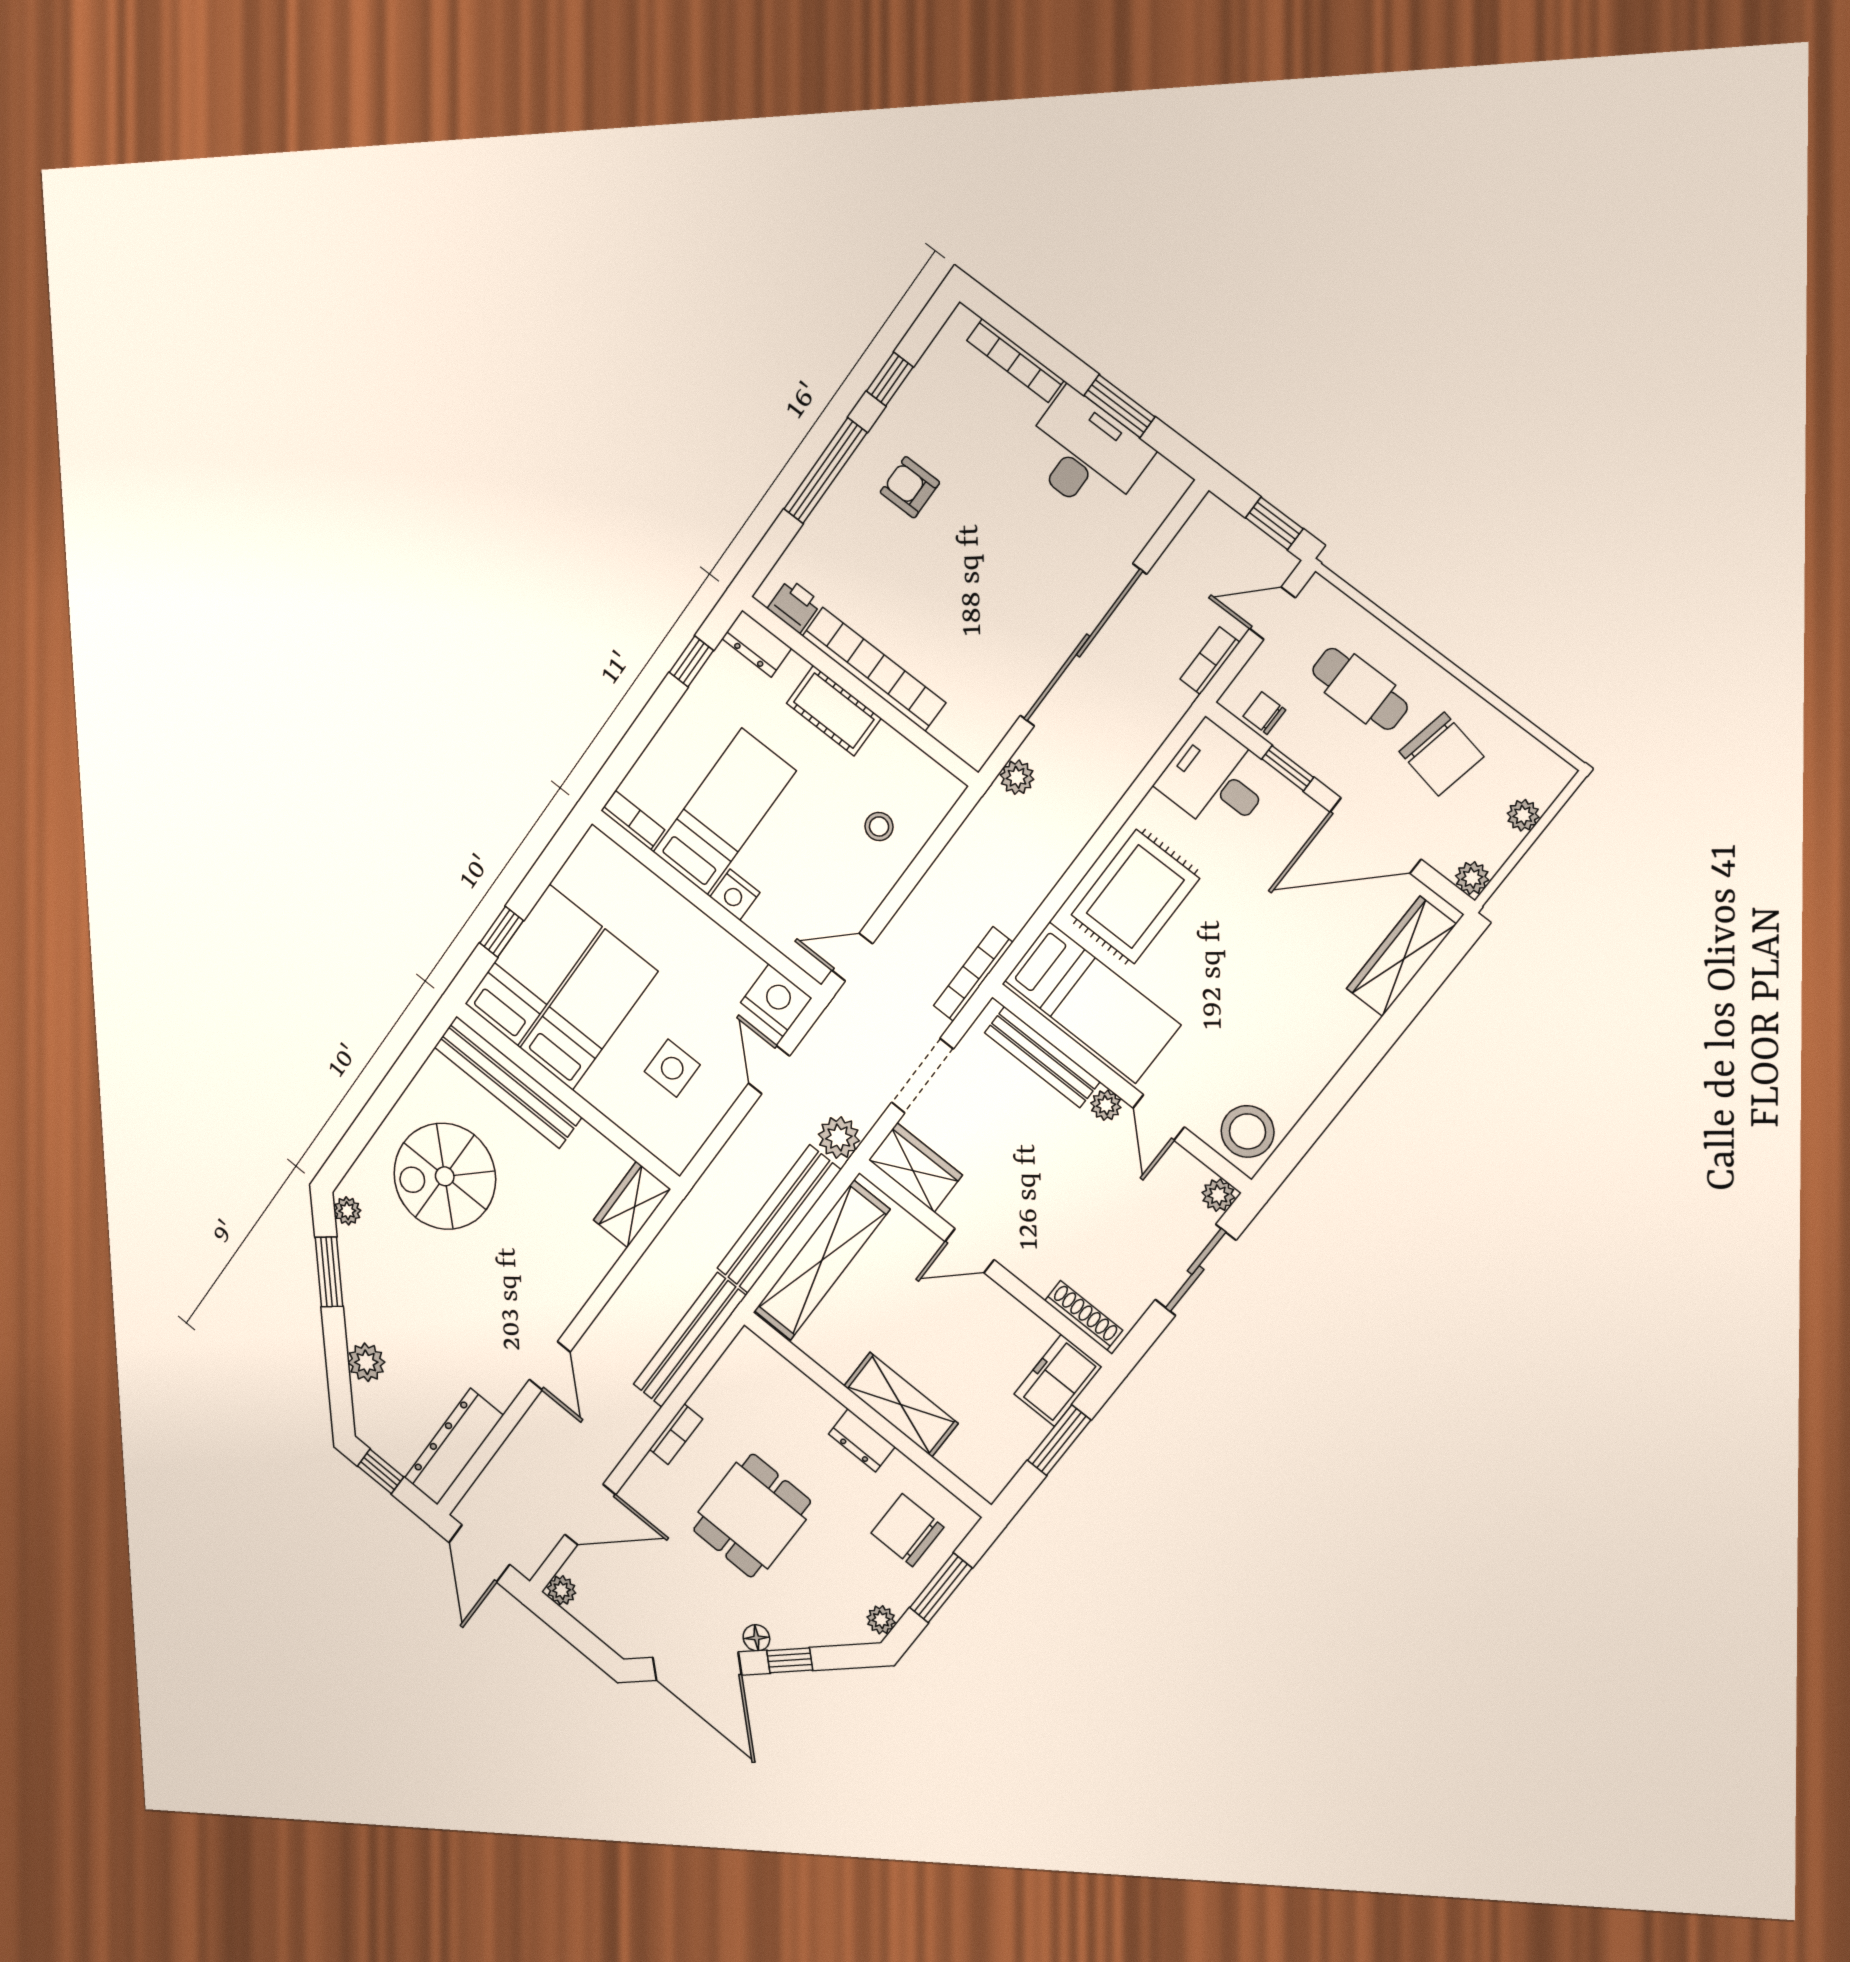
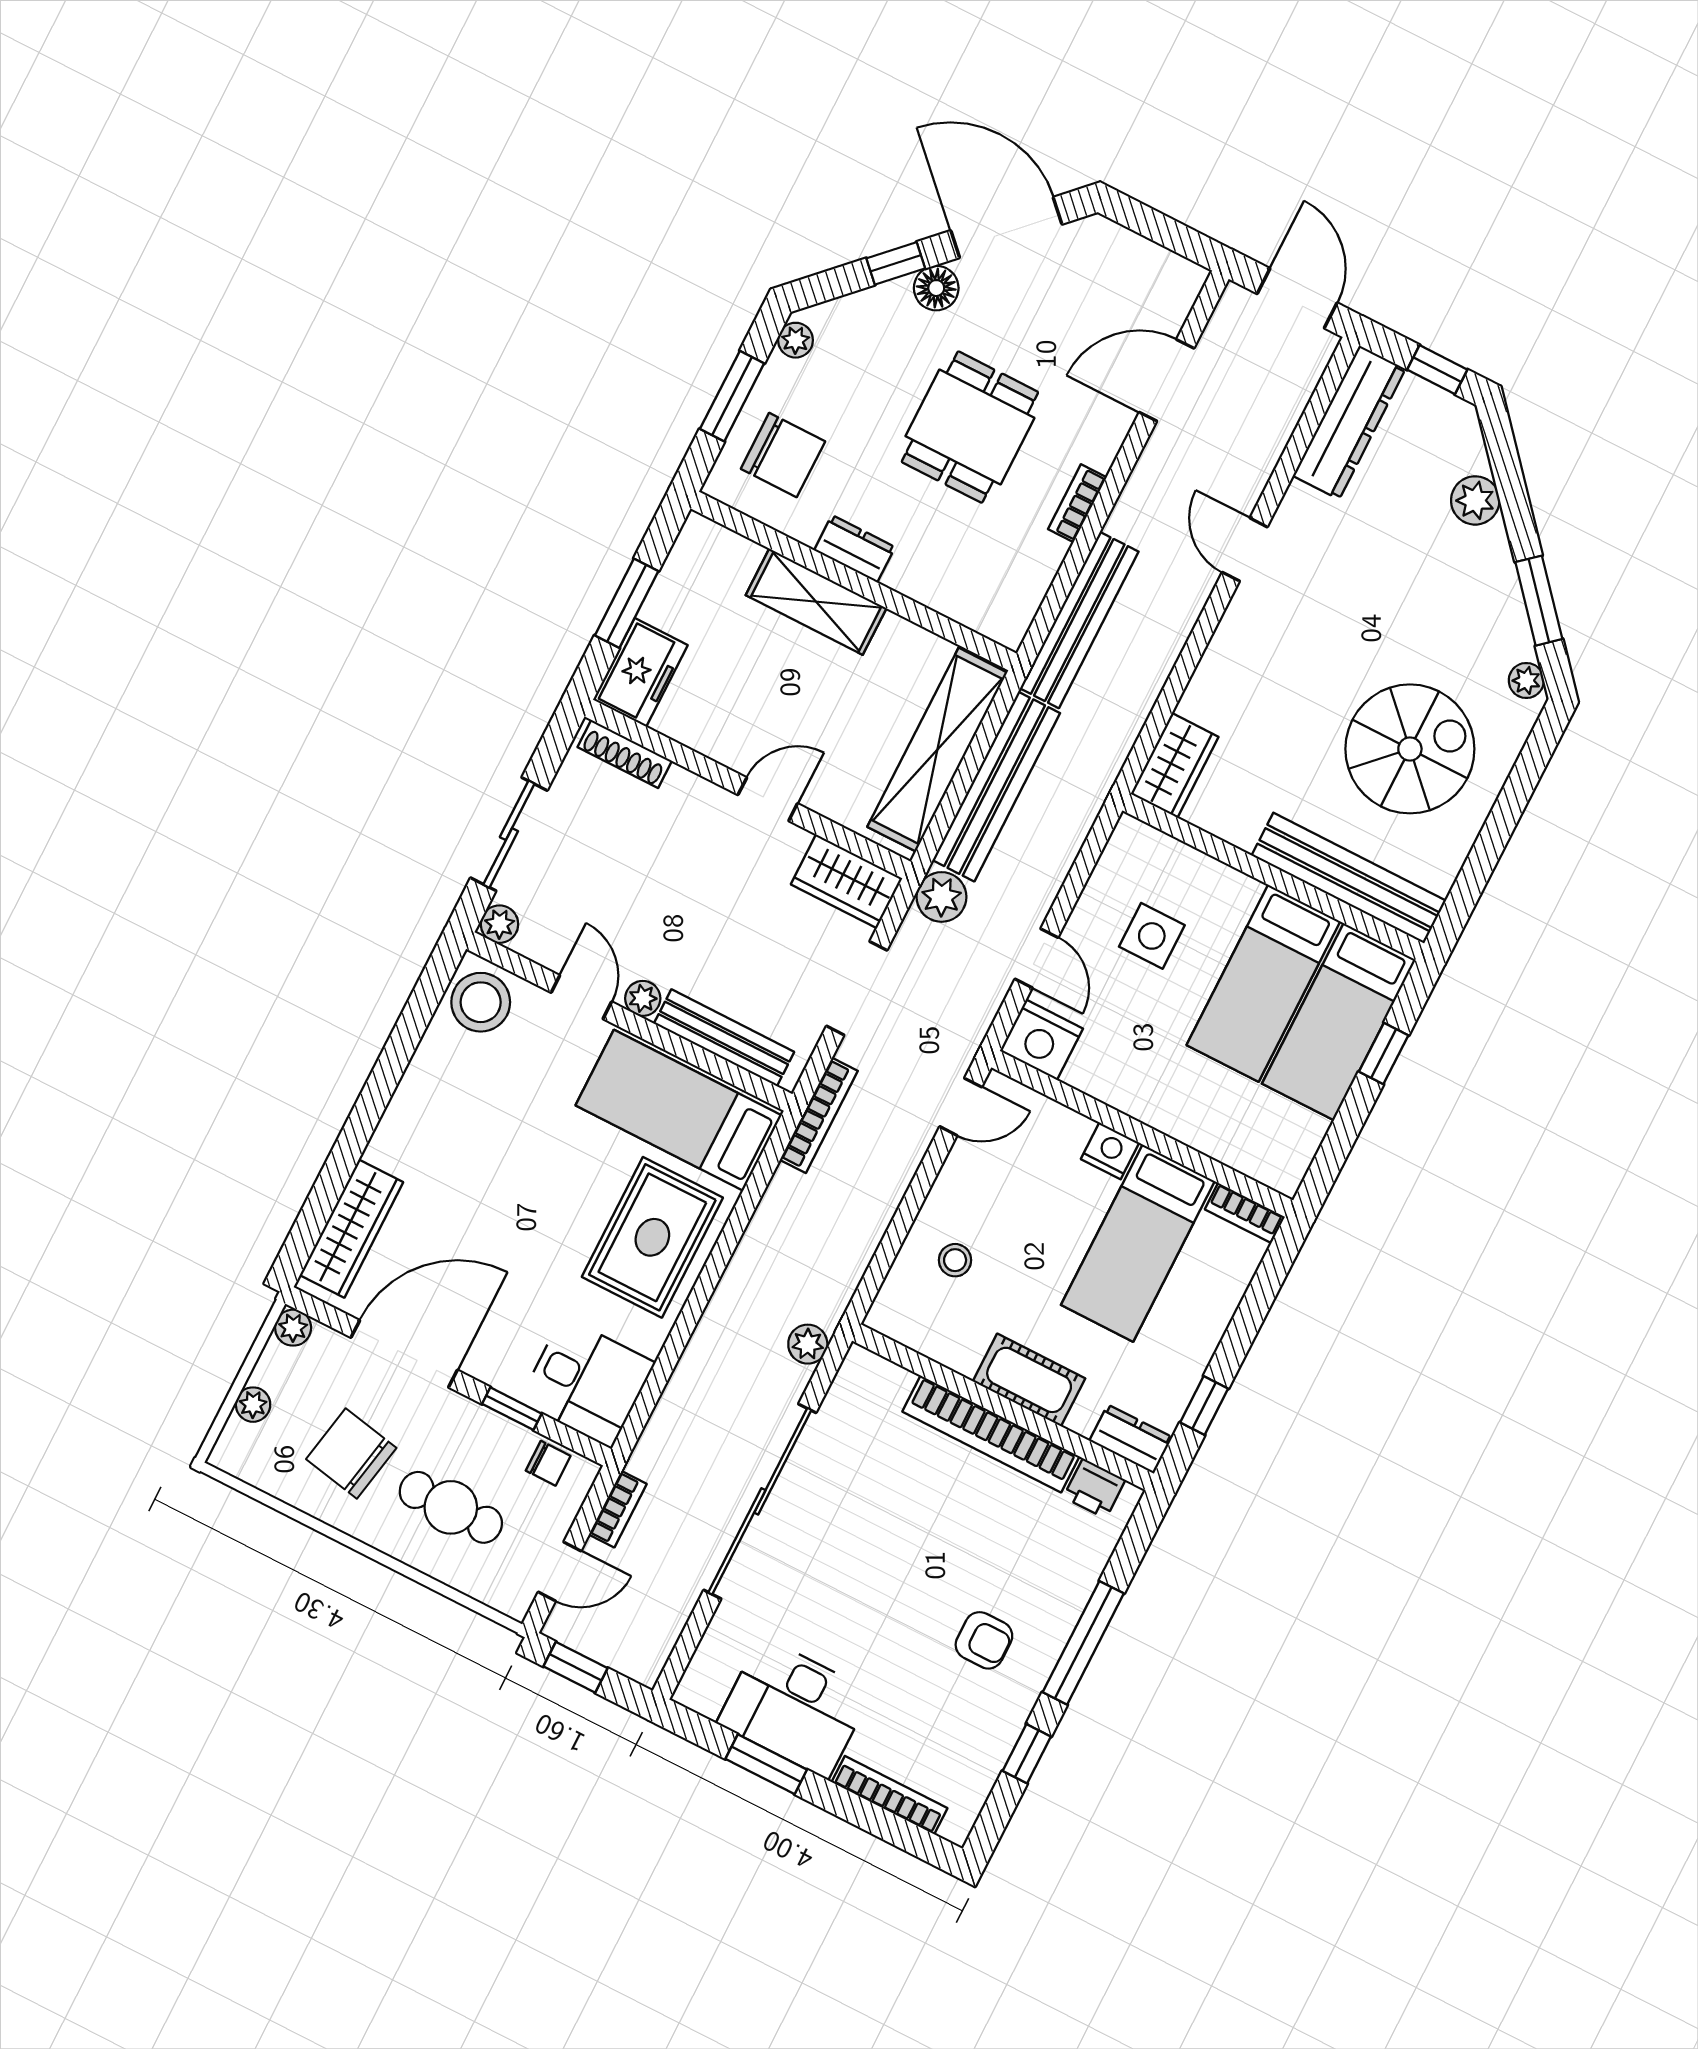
plant: (562, 1590) -> (1188, 279), removed
floor lamp: (756, 1638) -> (936, 288), width x1.37, depth x1.37

